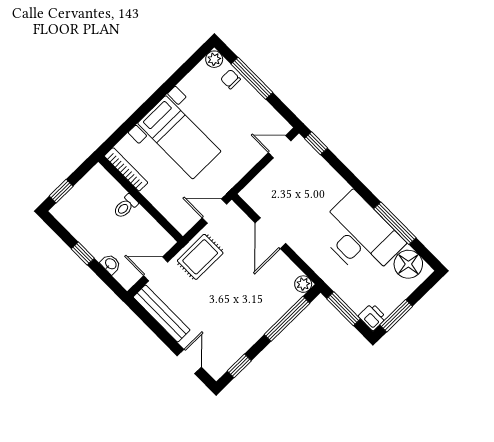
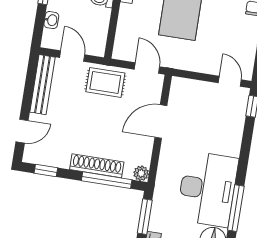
shoe rack: (268, 318) -> (97, 166), added

